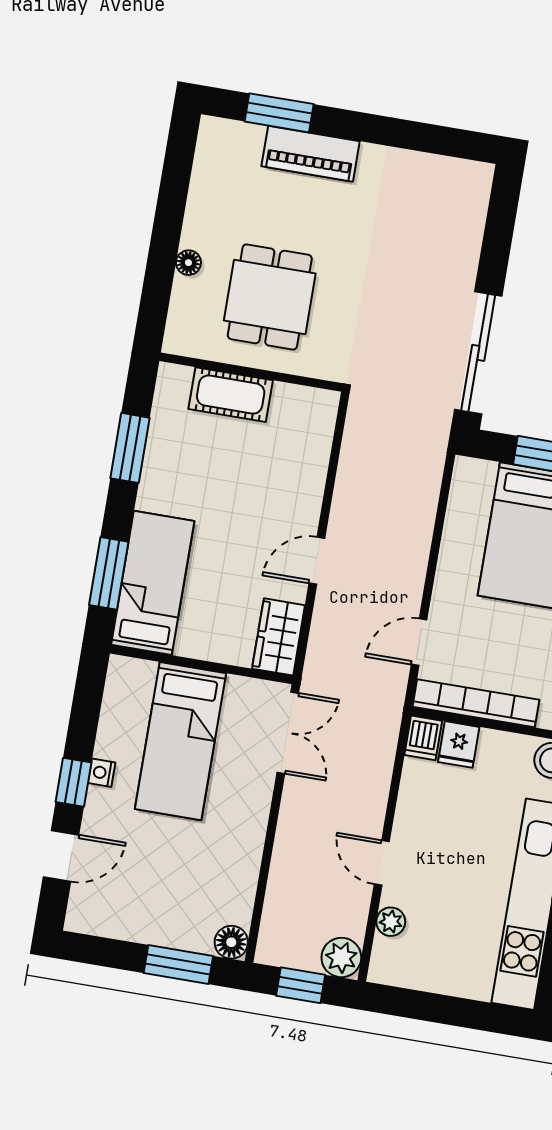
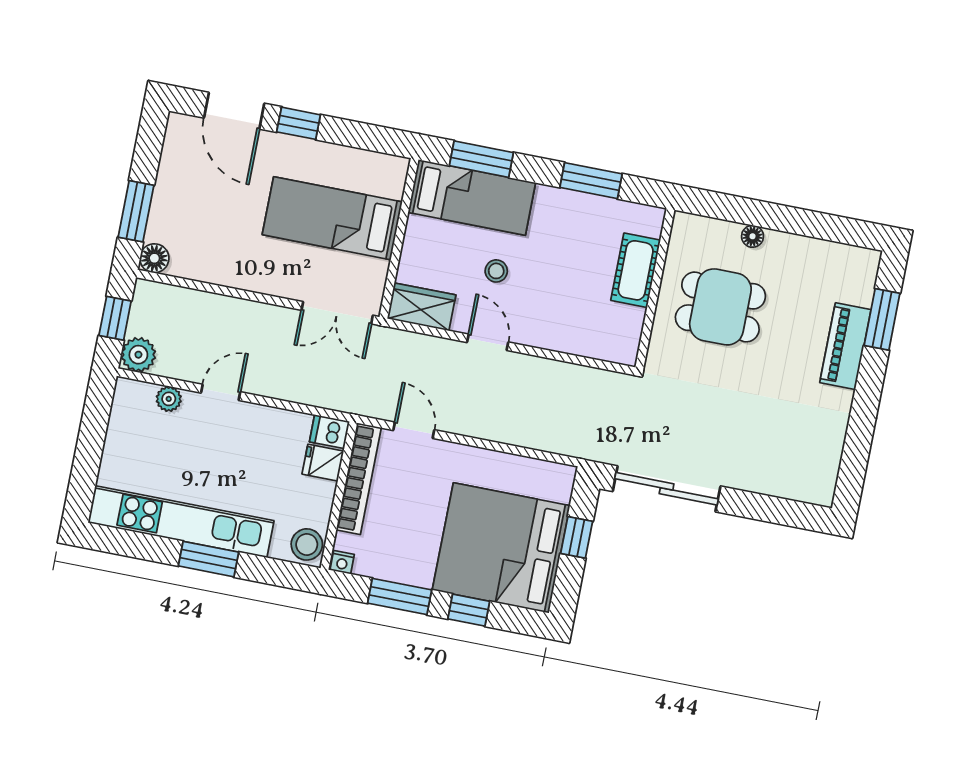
stool: (235, 553) -> (496, 271), added
nightstand: (102, 773) -> (306, 148), removed
door: (61, 856) -> (234, 111), width x1.38

